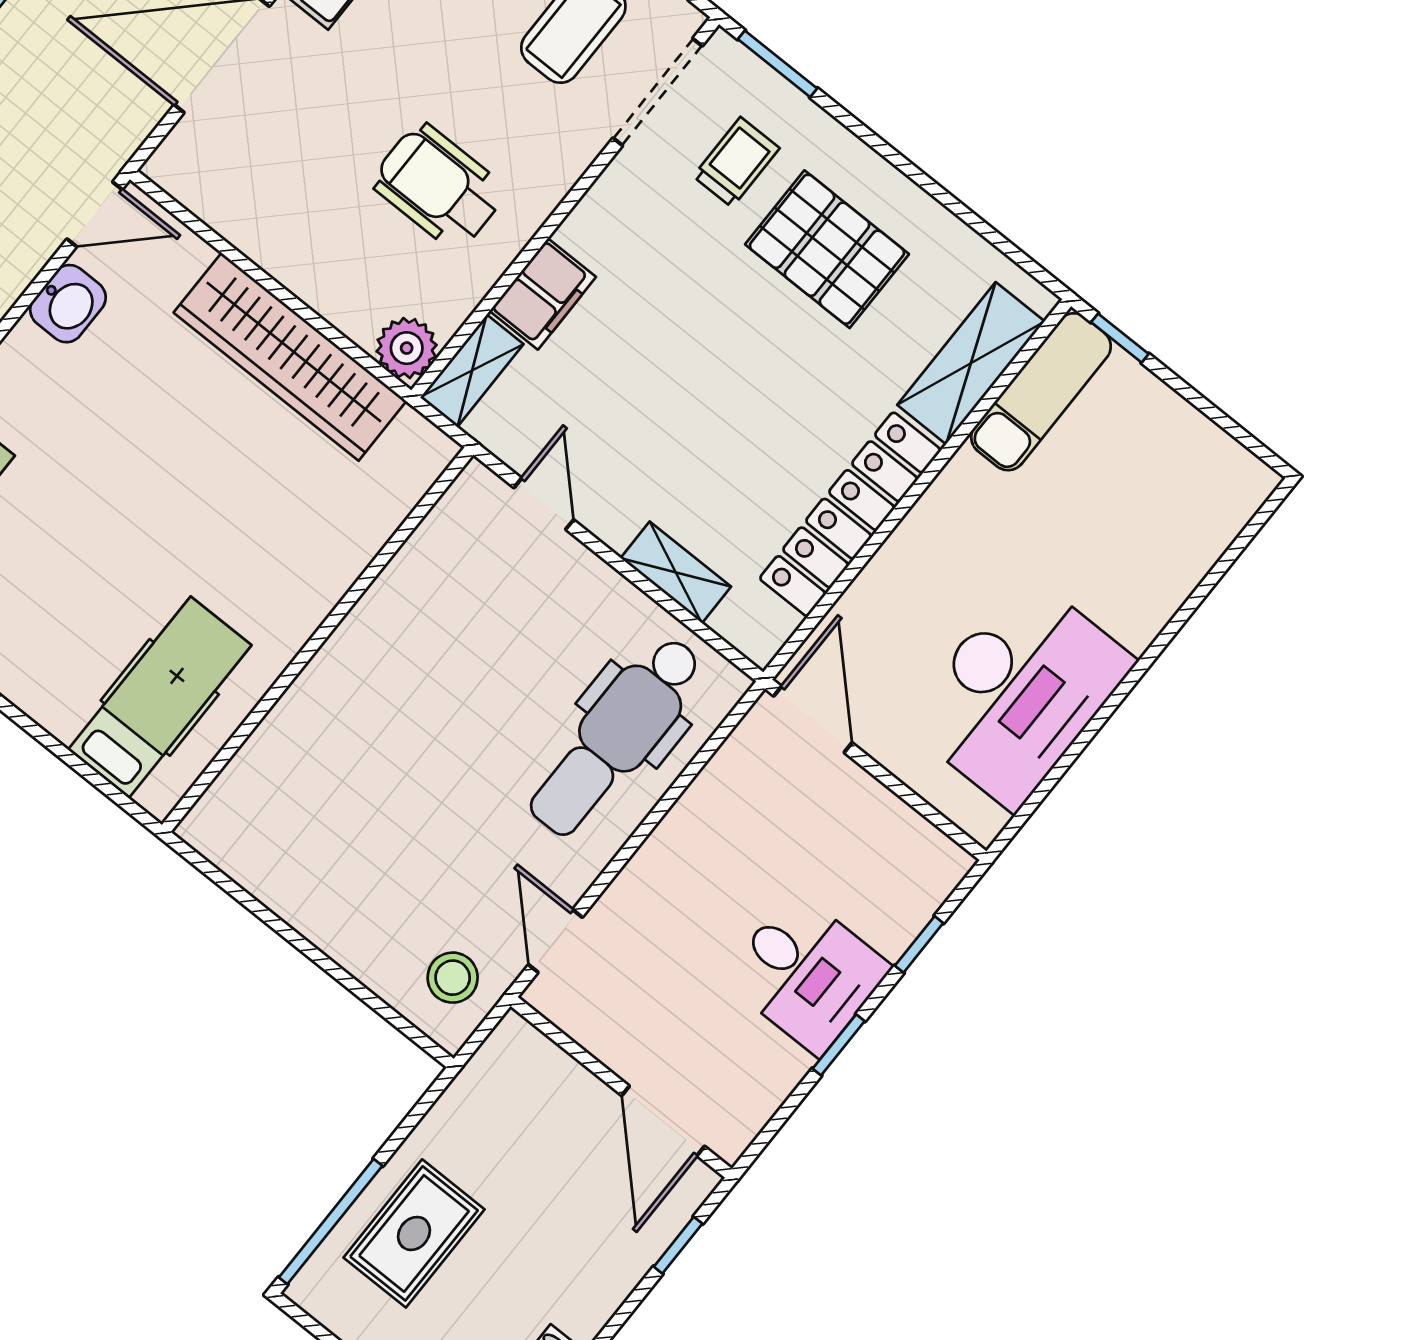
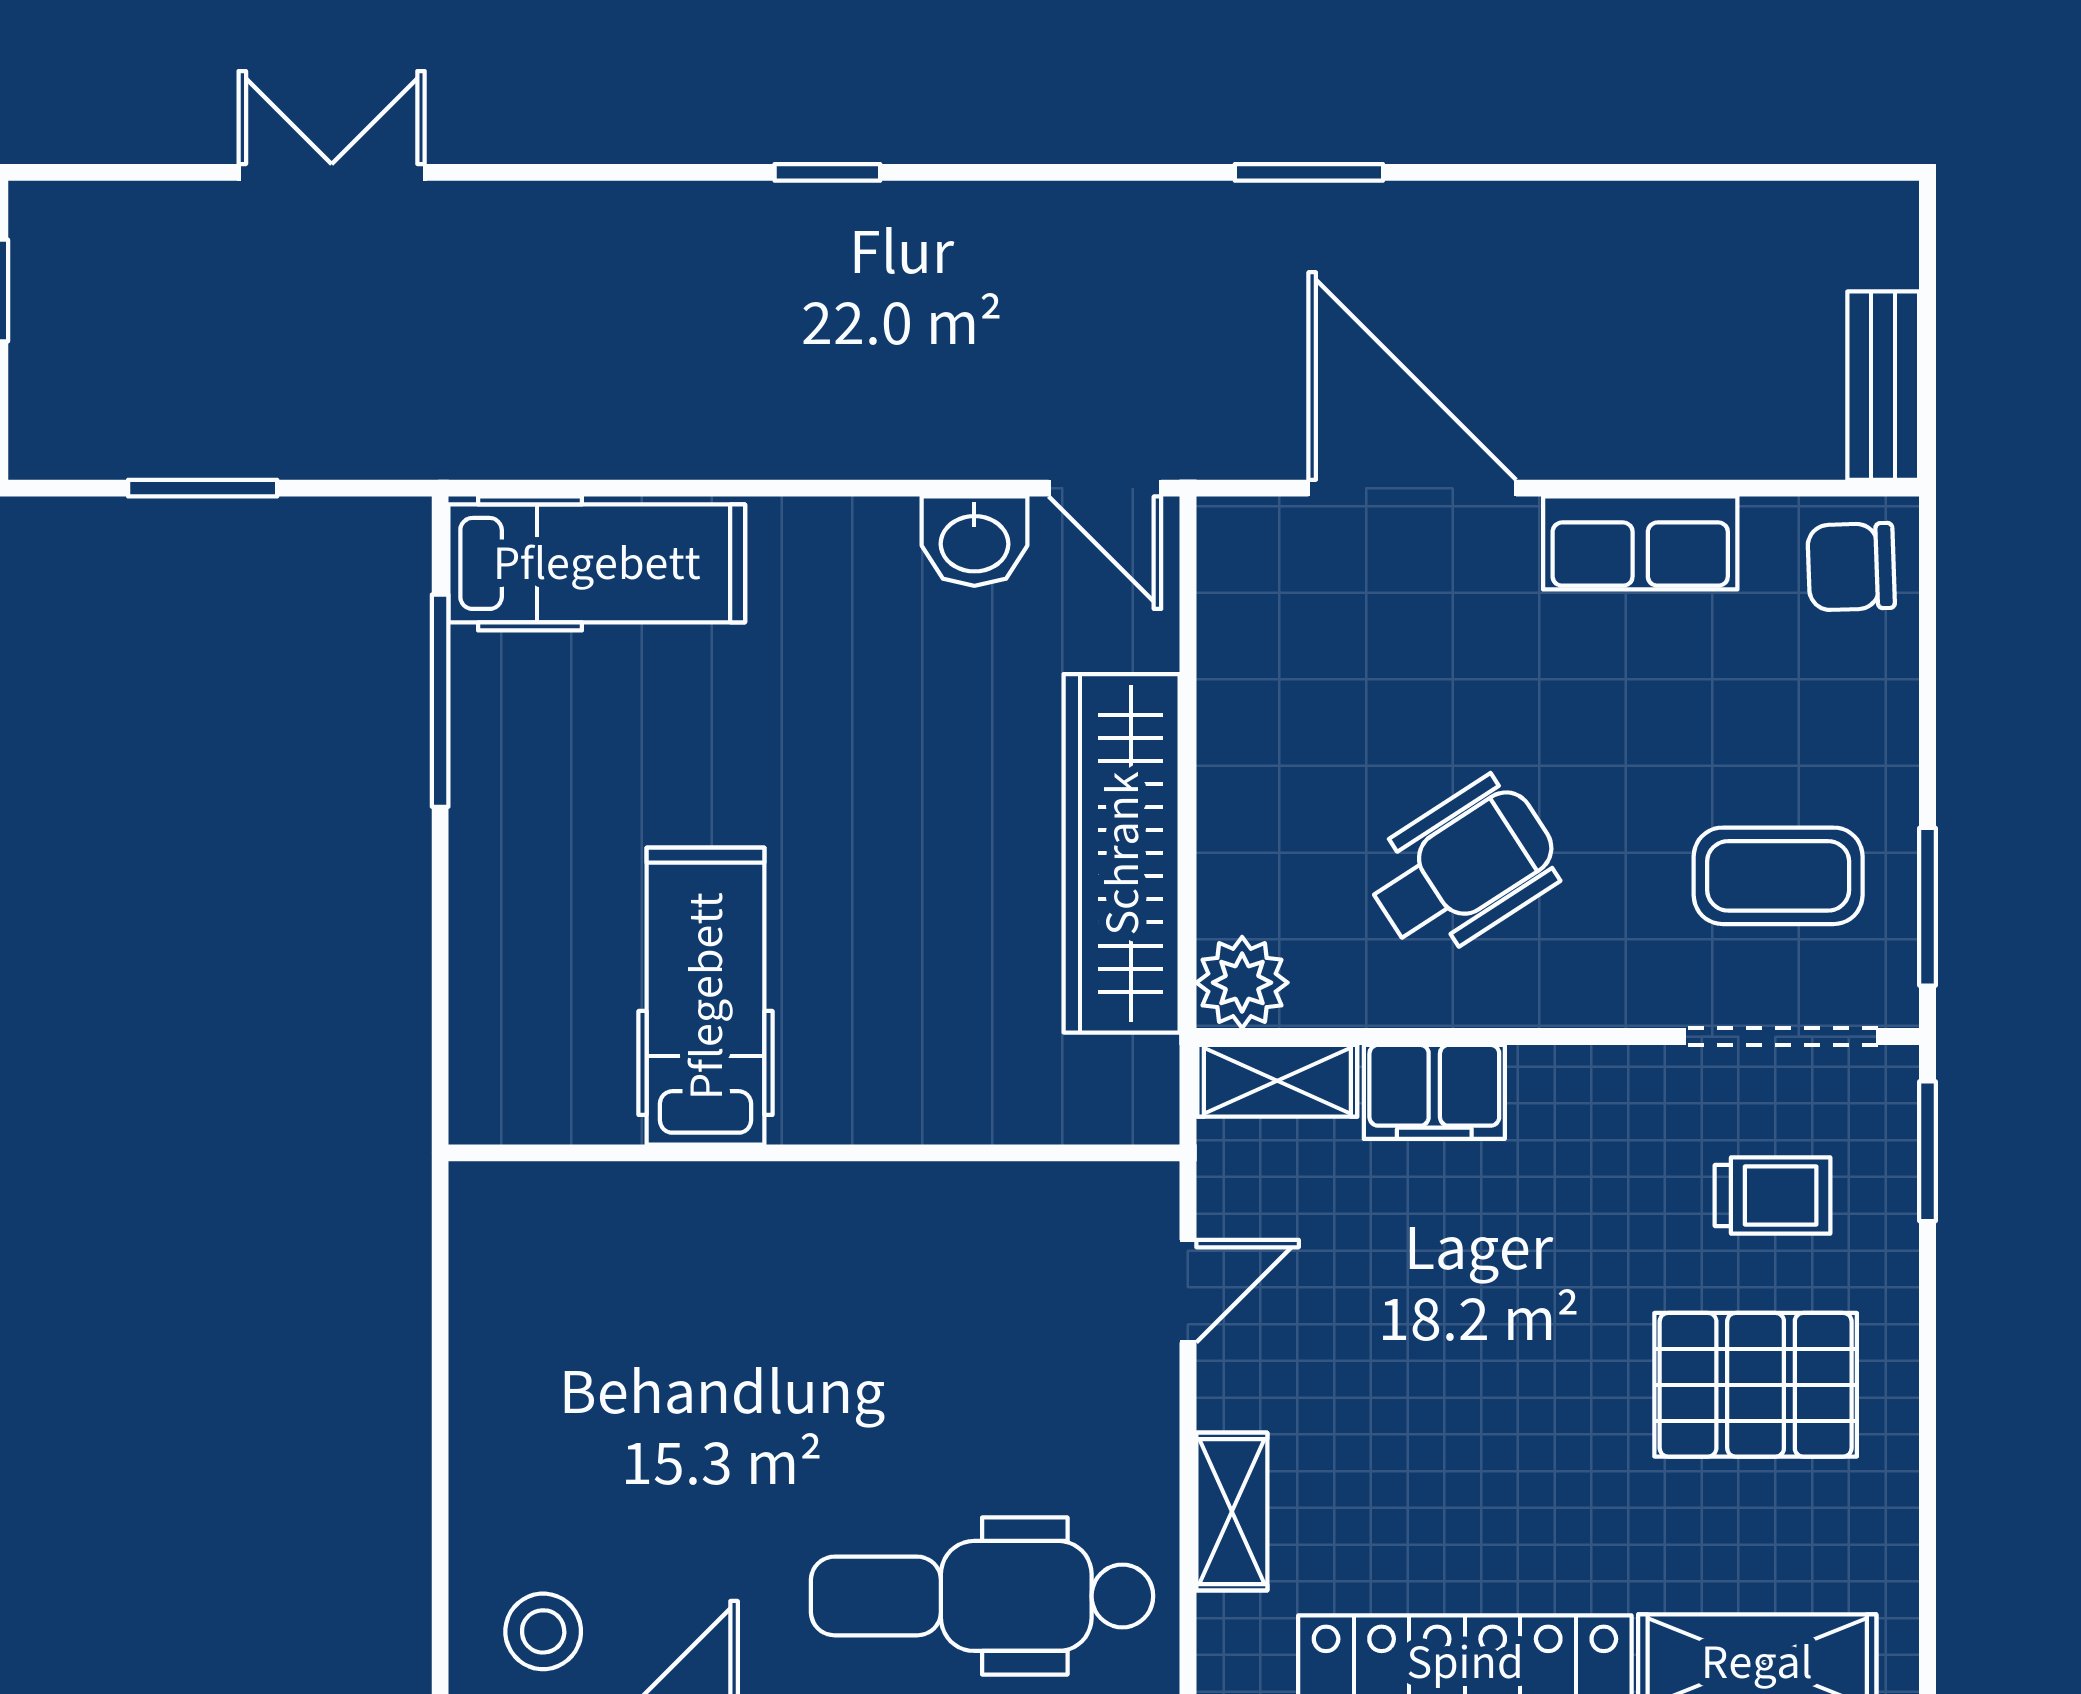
wheelchair: (439, 186) -> (1463, 868), turned 57
pallet: (827, 249) -> (1756, 1385), turned 90
hospital bed: (160, 697) -> (706, 996), moved, turned -90

